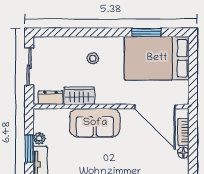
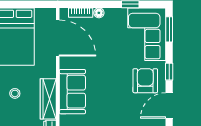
wardrobe: (79, 96) -> (48, 99), width x1.50
door: (155, 106) -> (58, 38), hinge flipped

